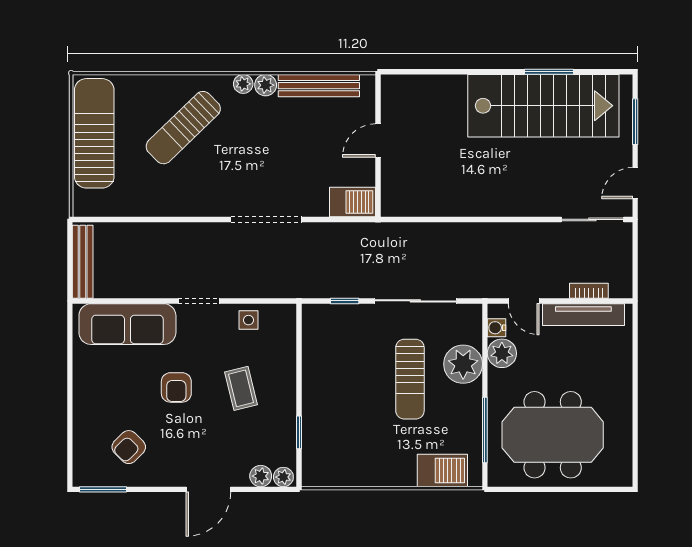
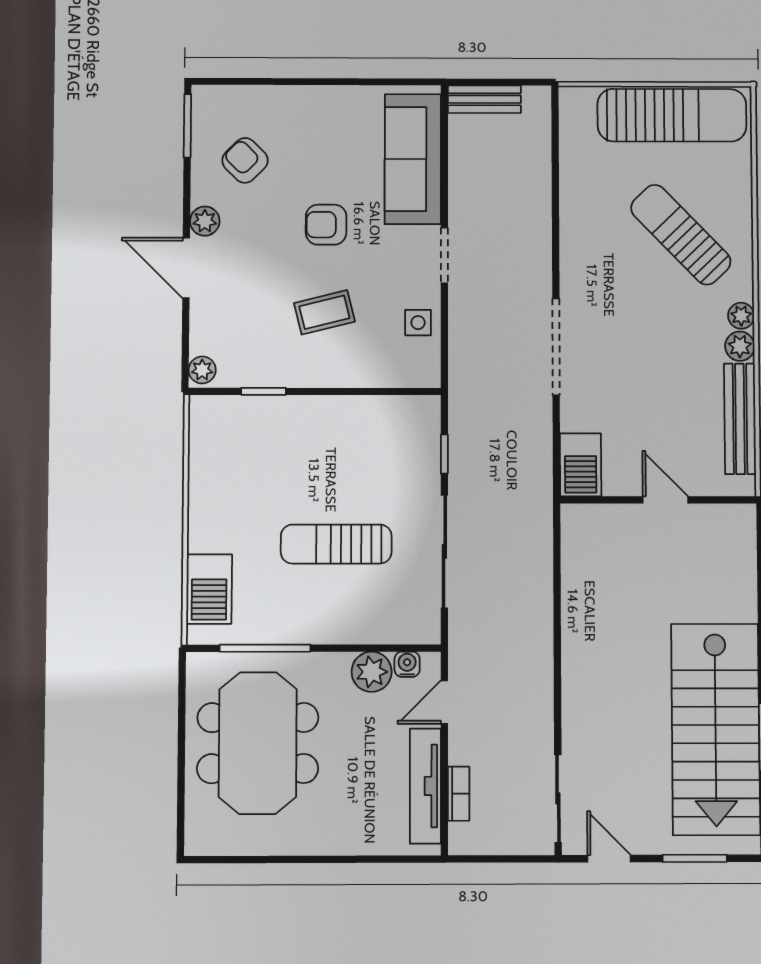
bench: (83, 262) -> (484, 99), width x0.73
plant: (463, 364) -> (357, 618), removed
plant: (261, 476) -> (205, 221), moved

